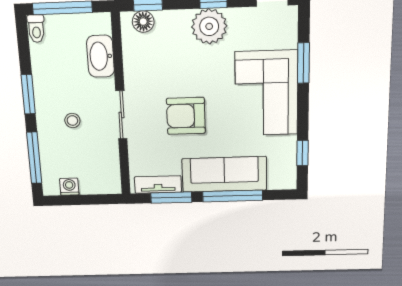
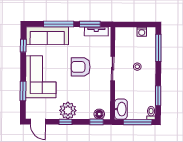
washbasin: (100, 56) -> (121, 109), moved
window: (28, 94) -> (158, 96), moved
armchair: (186, 116) -> (81, 67), turned 180
sofa: (224, 174) -> (47, 36), moved

